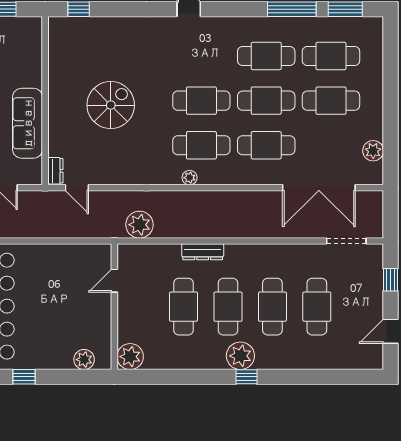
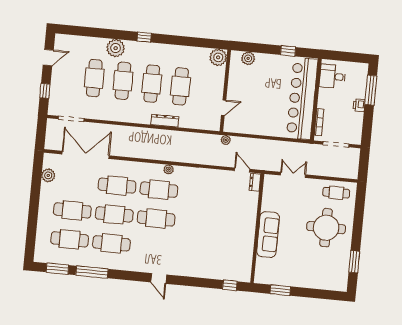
spiral stairs: (111, 105) -> (215, 221), removed
sofa: (28, 123) -> (268, 235), moved
plant: (139, 225) -> (226, 140), moved, width x0.53, depth x0.53
plant: (240, 356) -> (116, 48), moved

